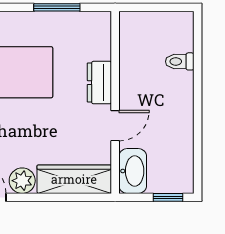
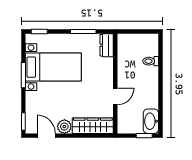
dresser: (99, 83) -> (107, 45), moved
washbasin: (133, 171) -> (151, 121), moved, turned 180

